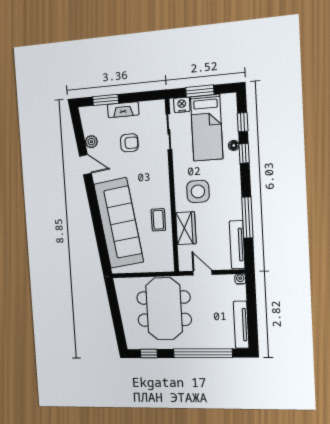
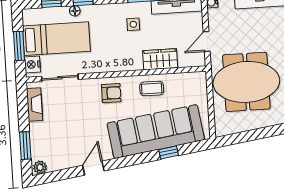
fireplace: (123, 110) -> (35, 105), moved
plant: (91, 142) -> (40, 167), moved
armchair: (129, 143) -> (111, 93), moved, turned 90
side table: (198, 191) -> (133, 24), moved, width x0.54, depth x0.54
window: (100, 235) -> (169, 152), added

